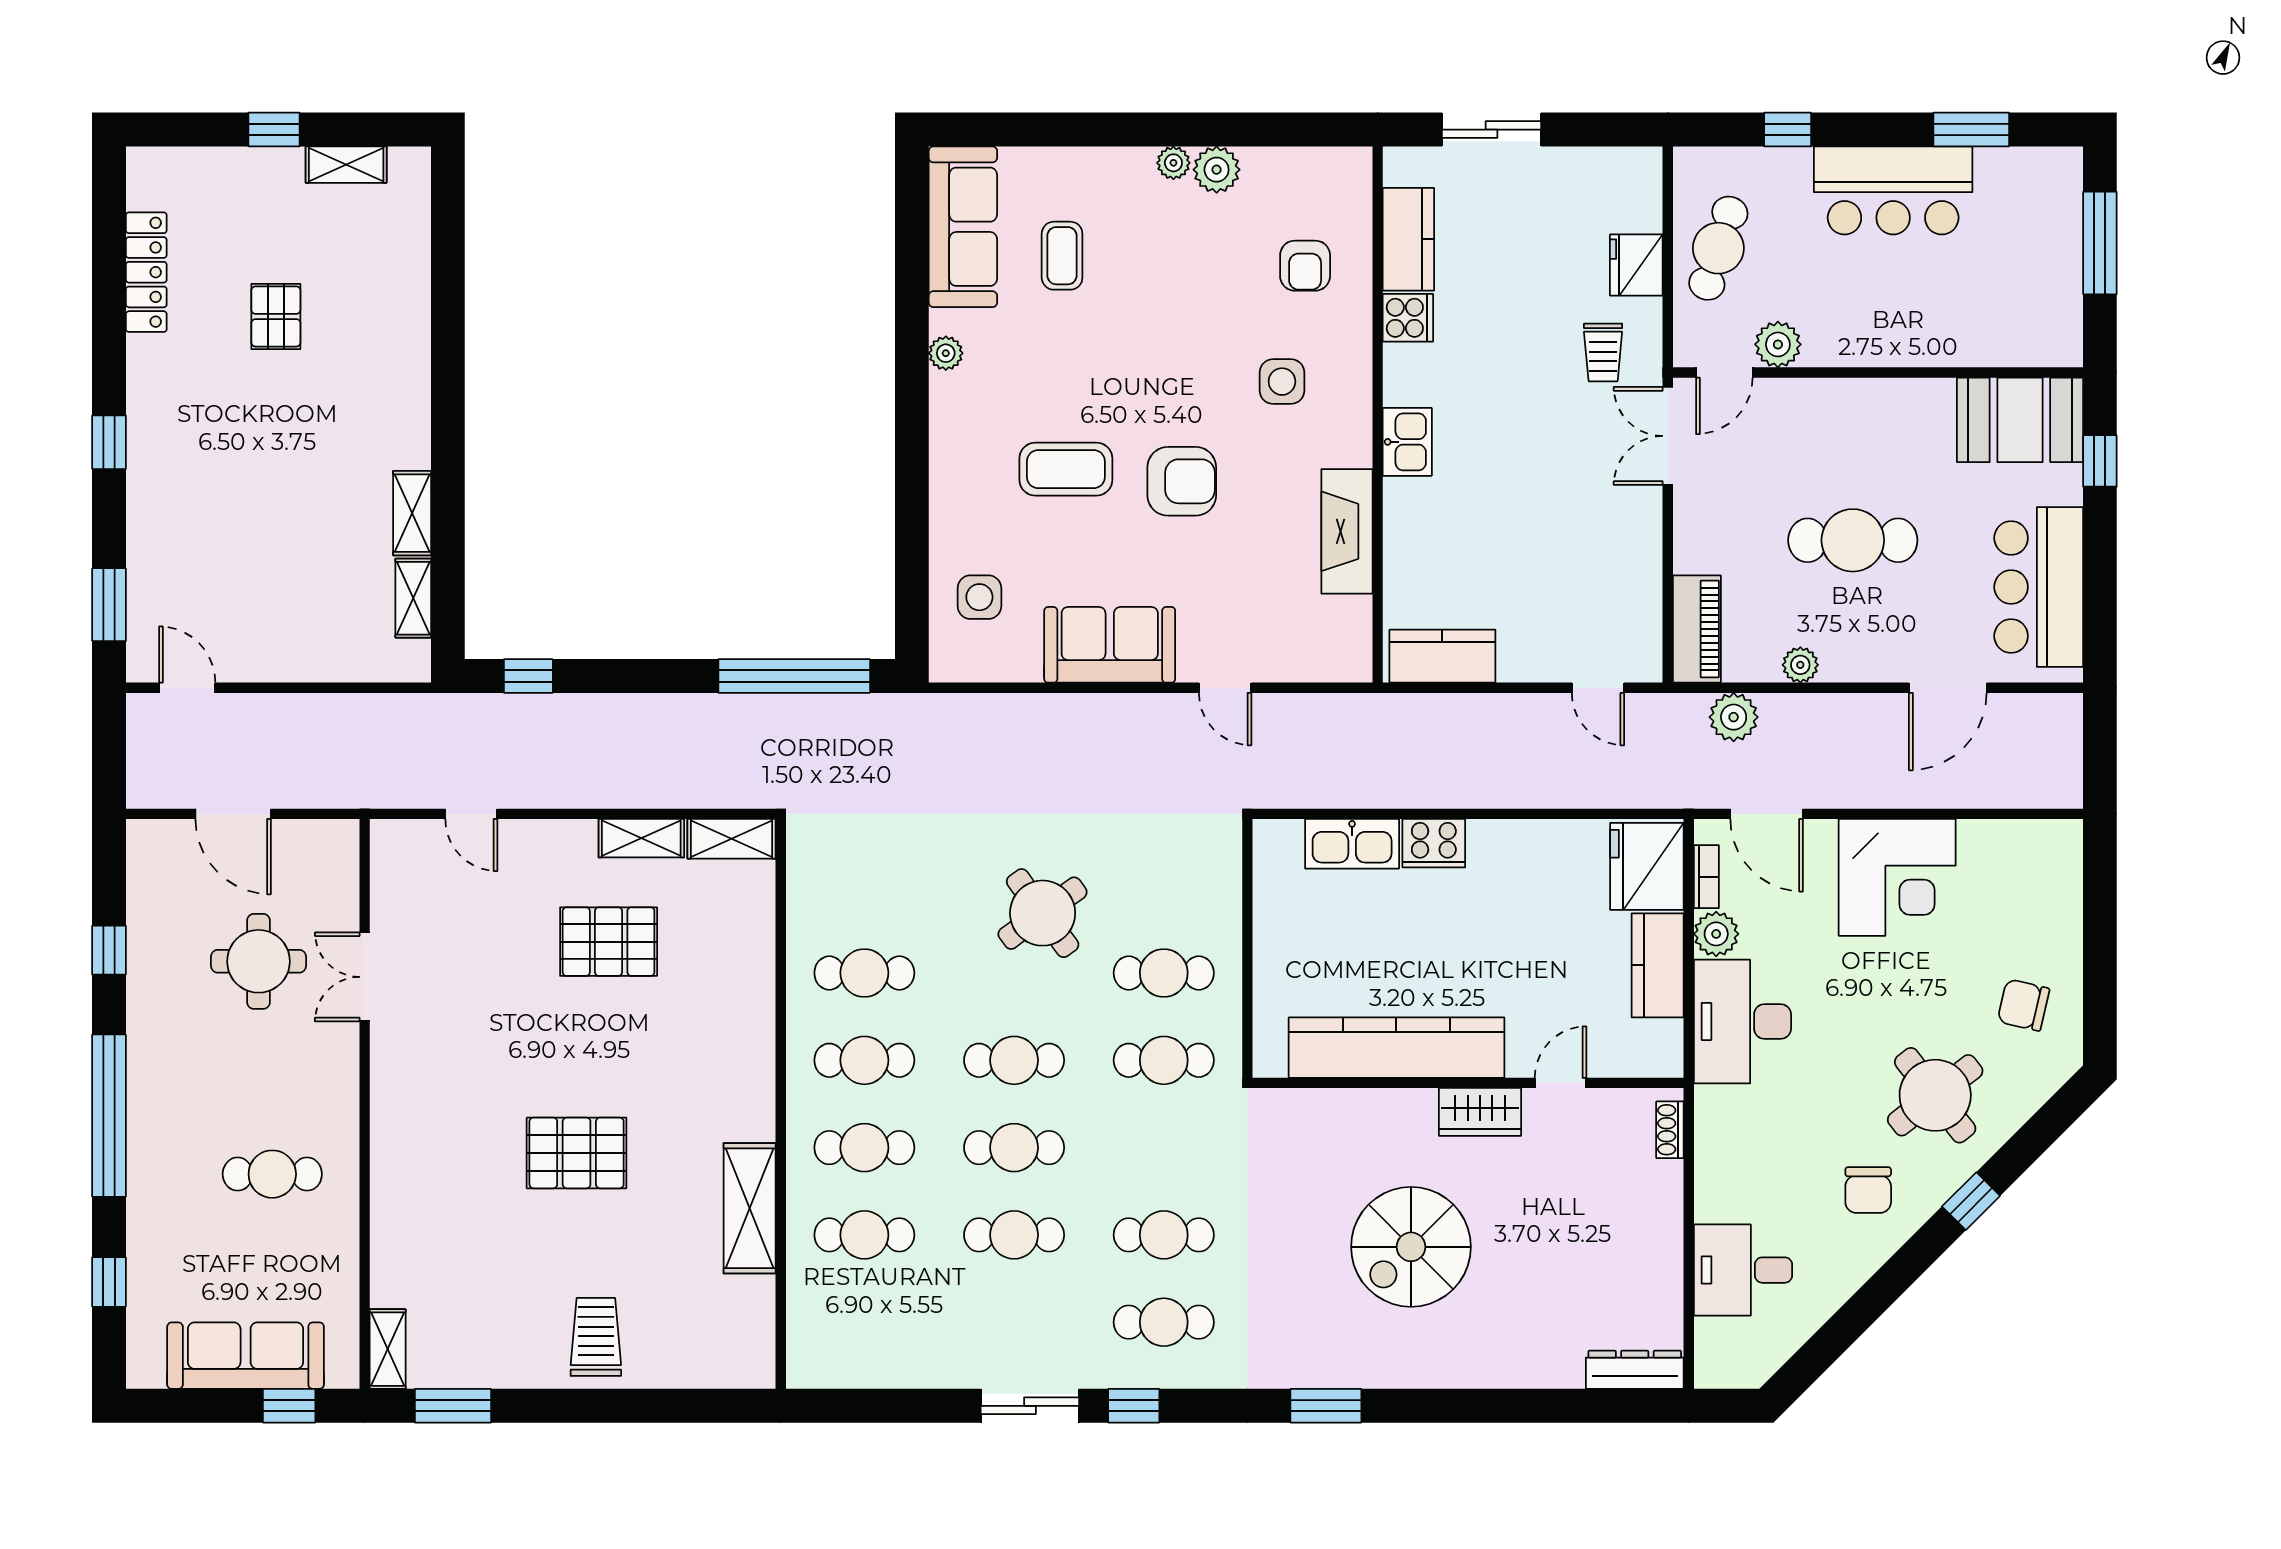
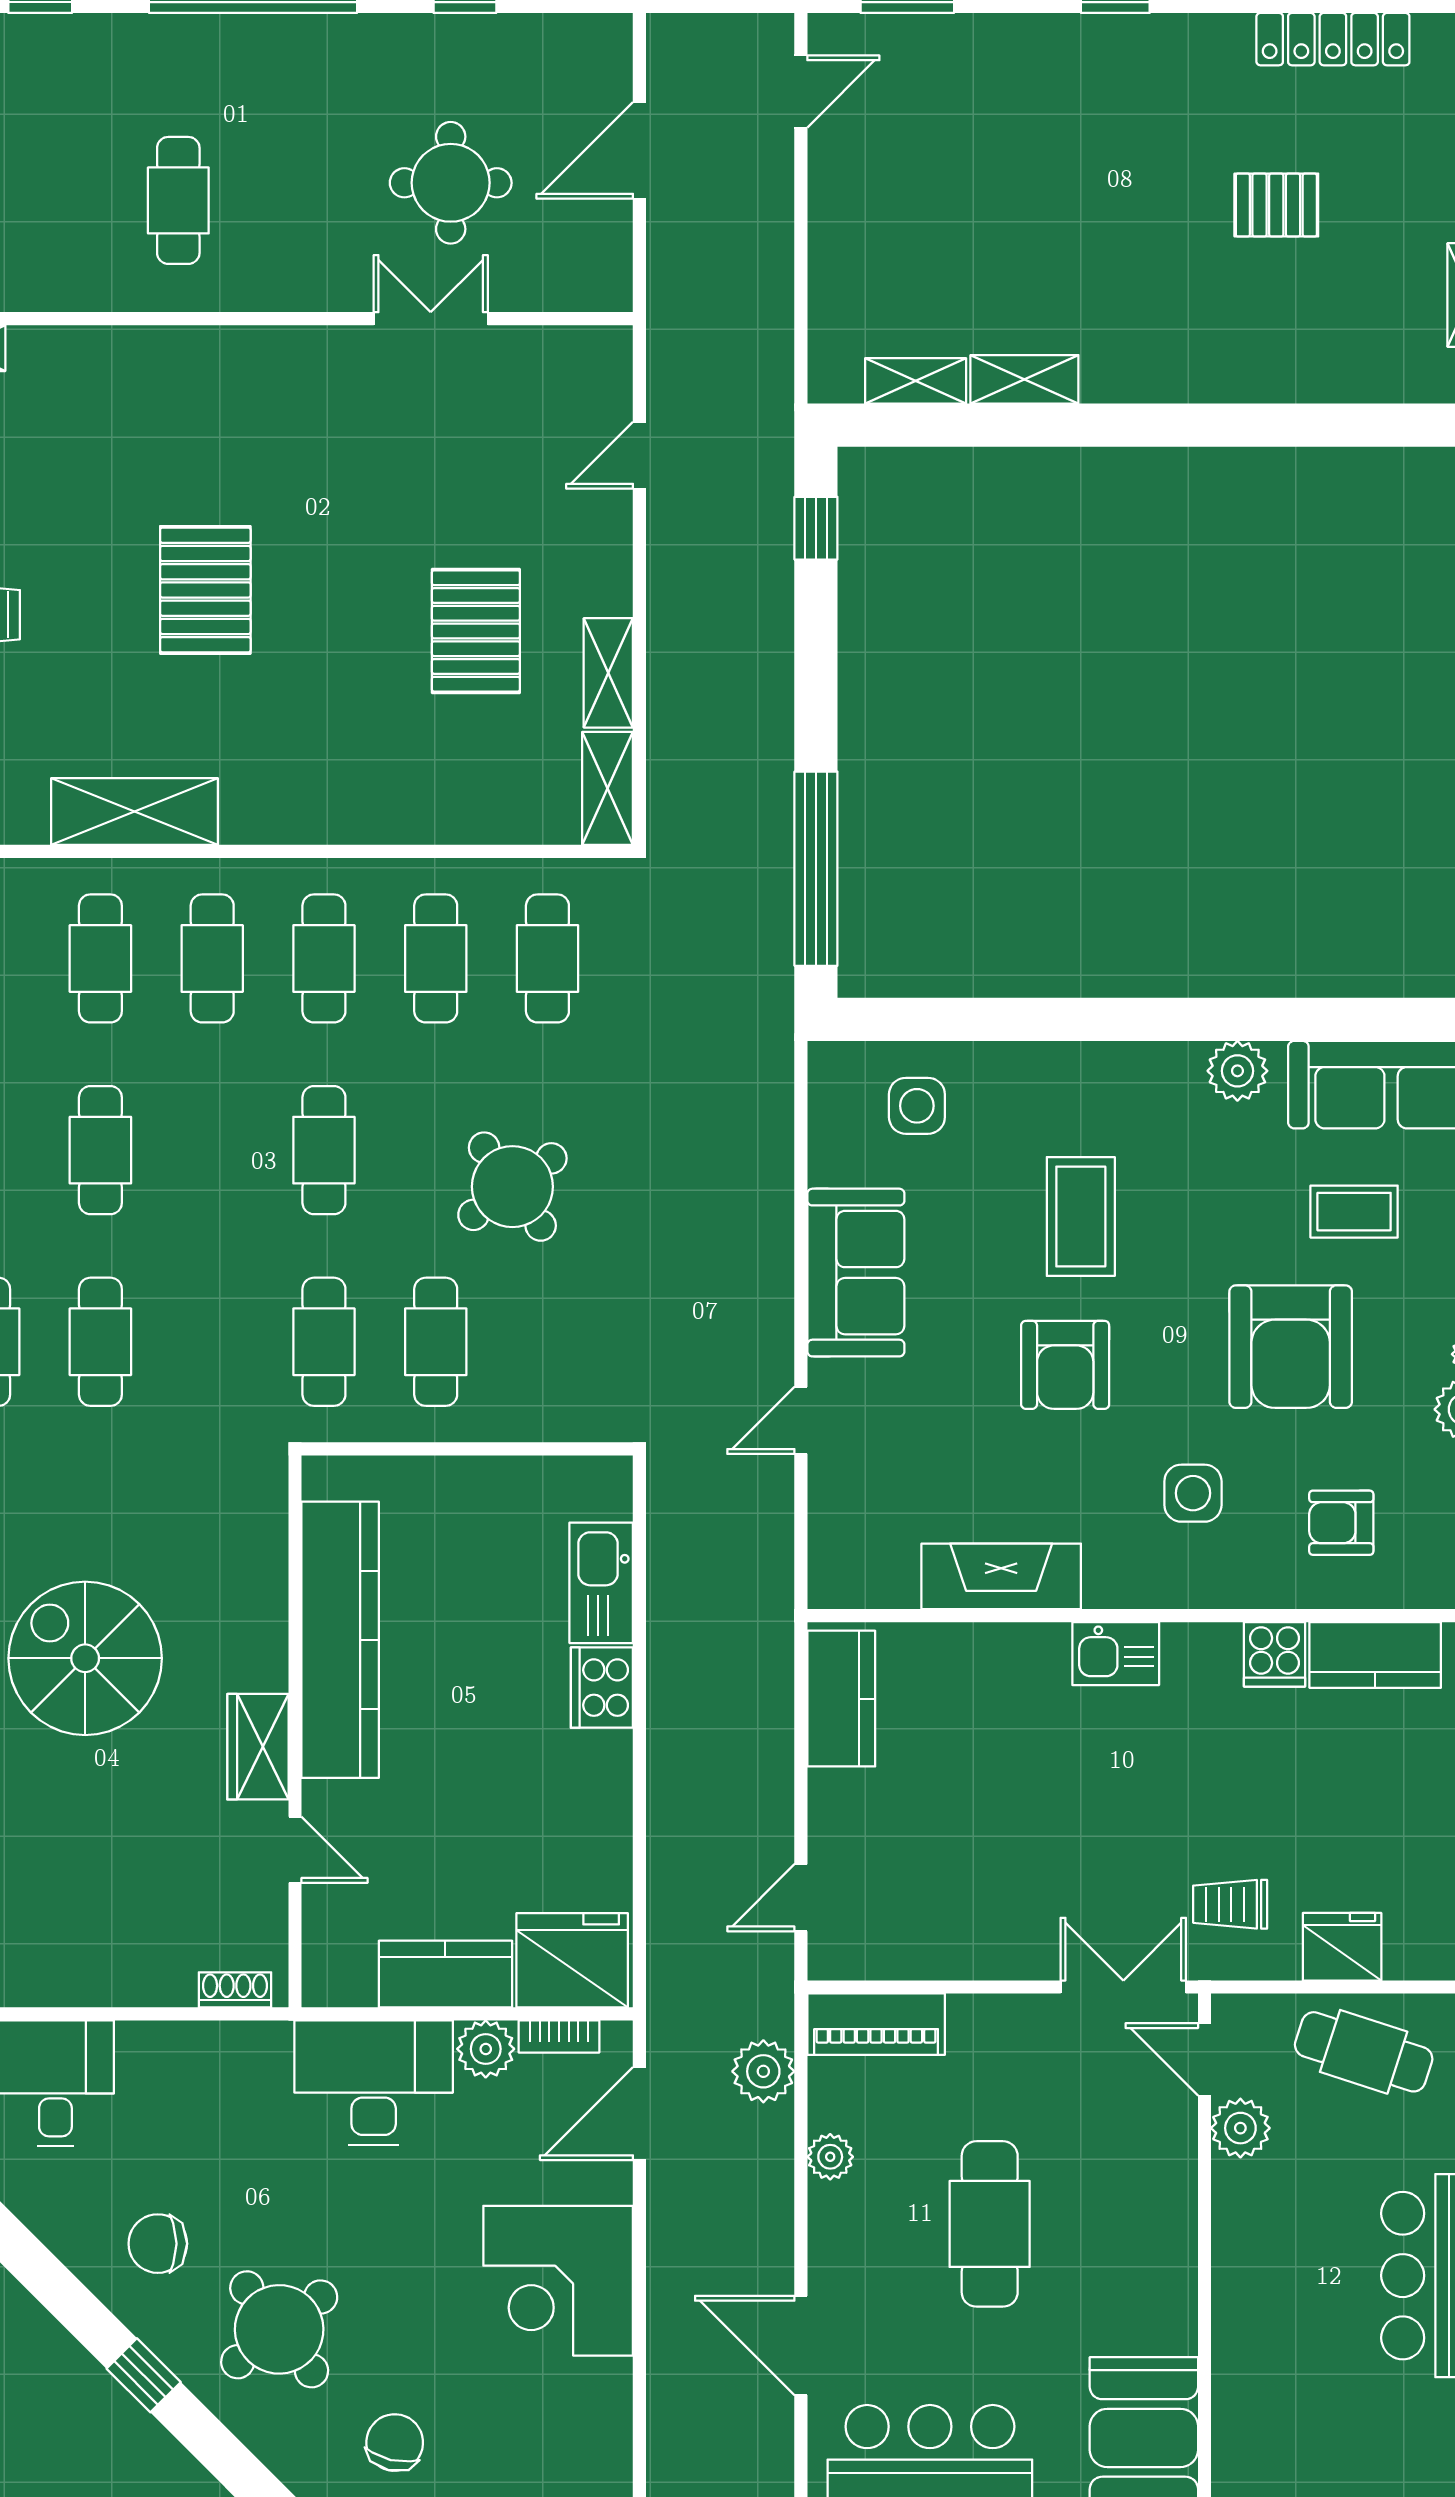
armchair: (1168, 305) -> (1291, 1347), added
plant: (946, 353) -> (1237, 1071), width x1.38, depth x1.38
cafe table: (1014, 1148) -> (547, 958), moved

